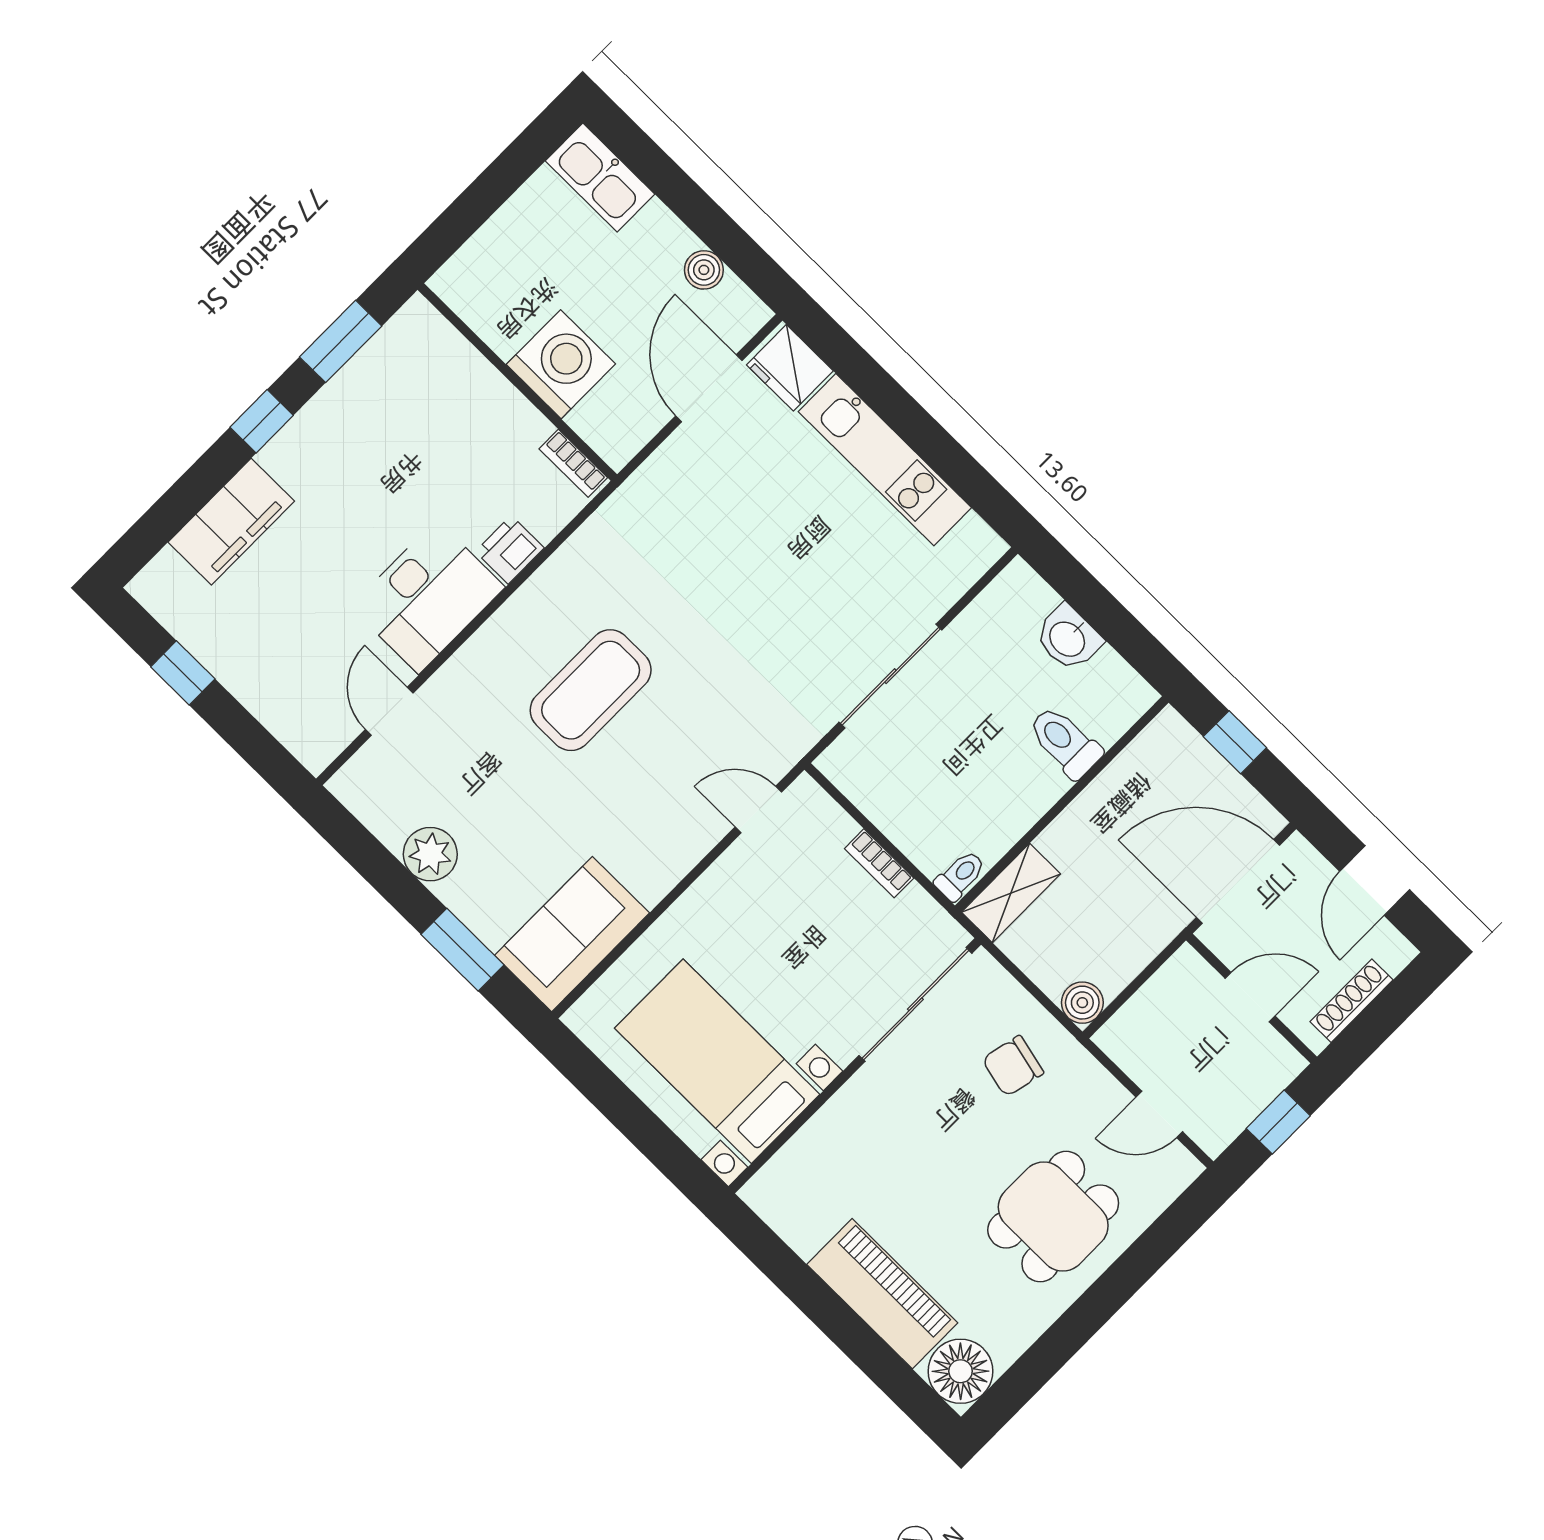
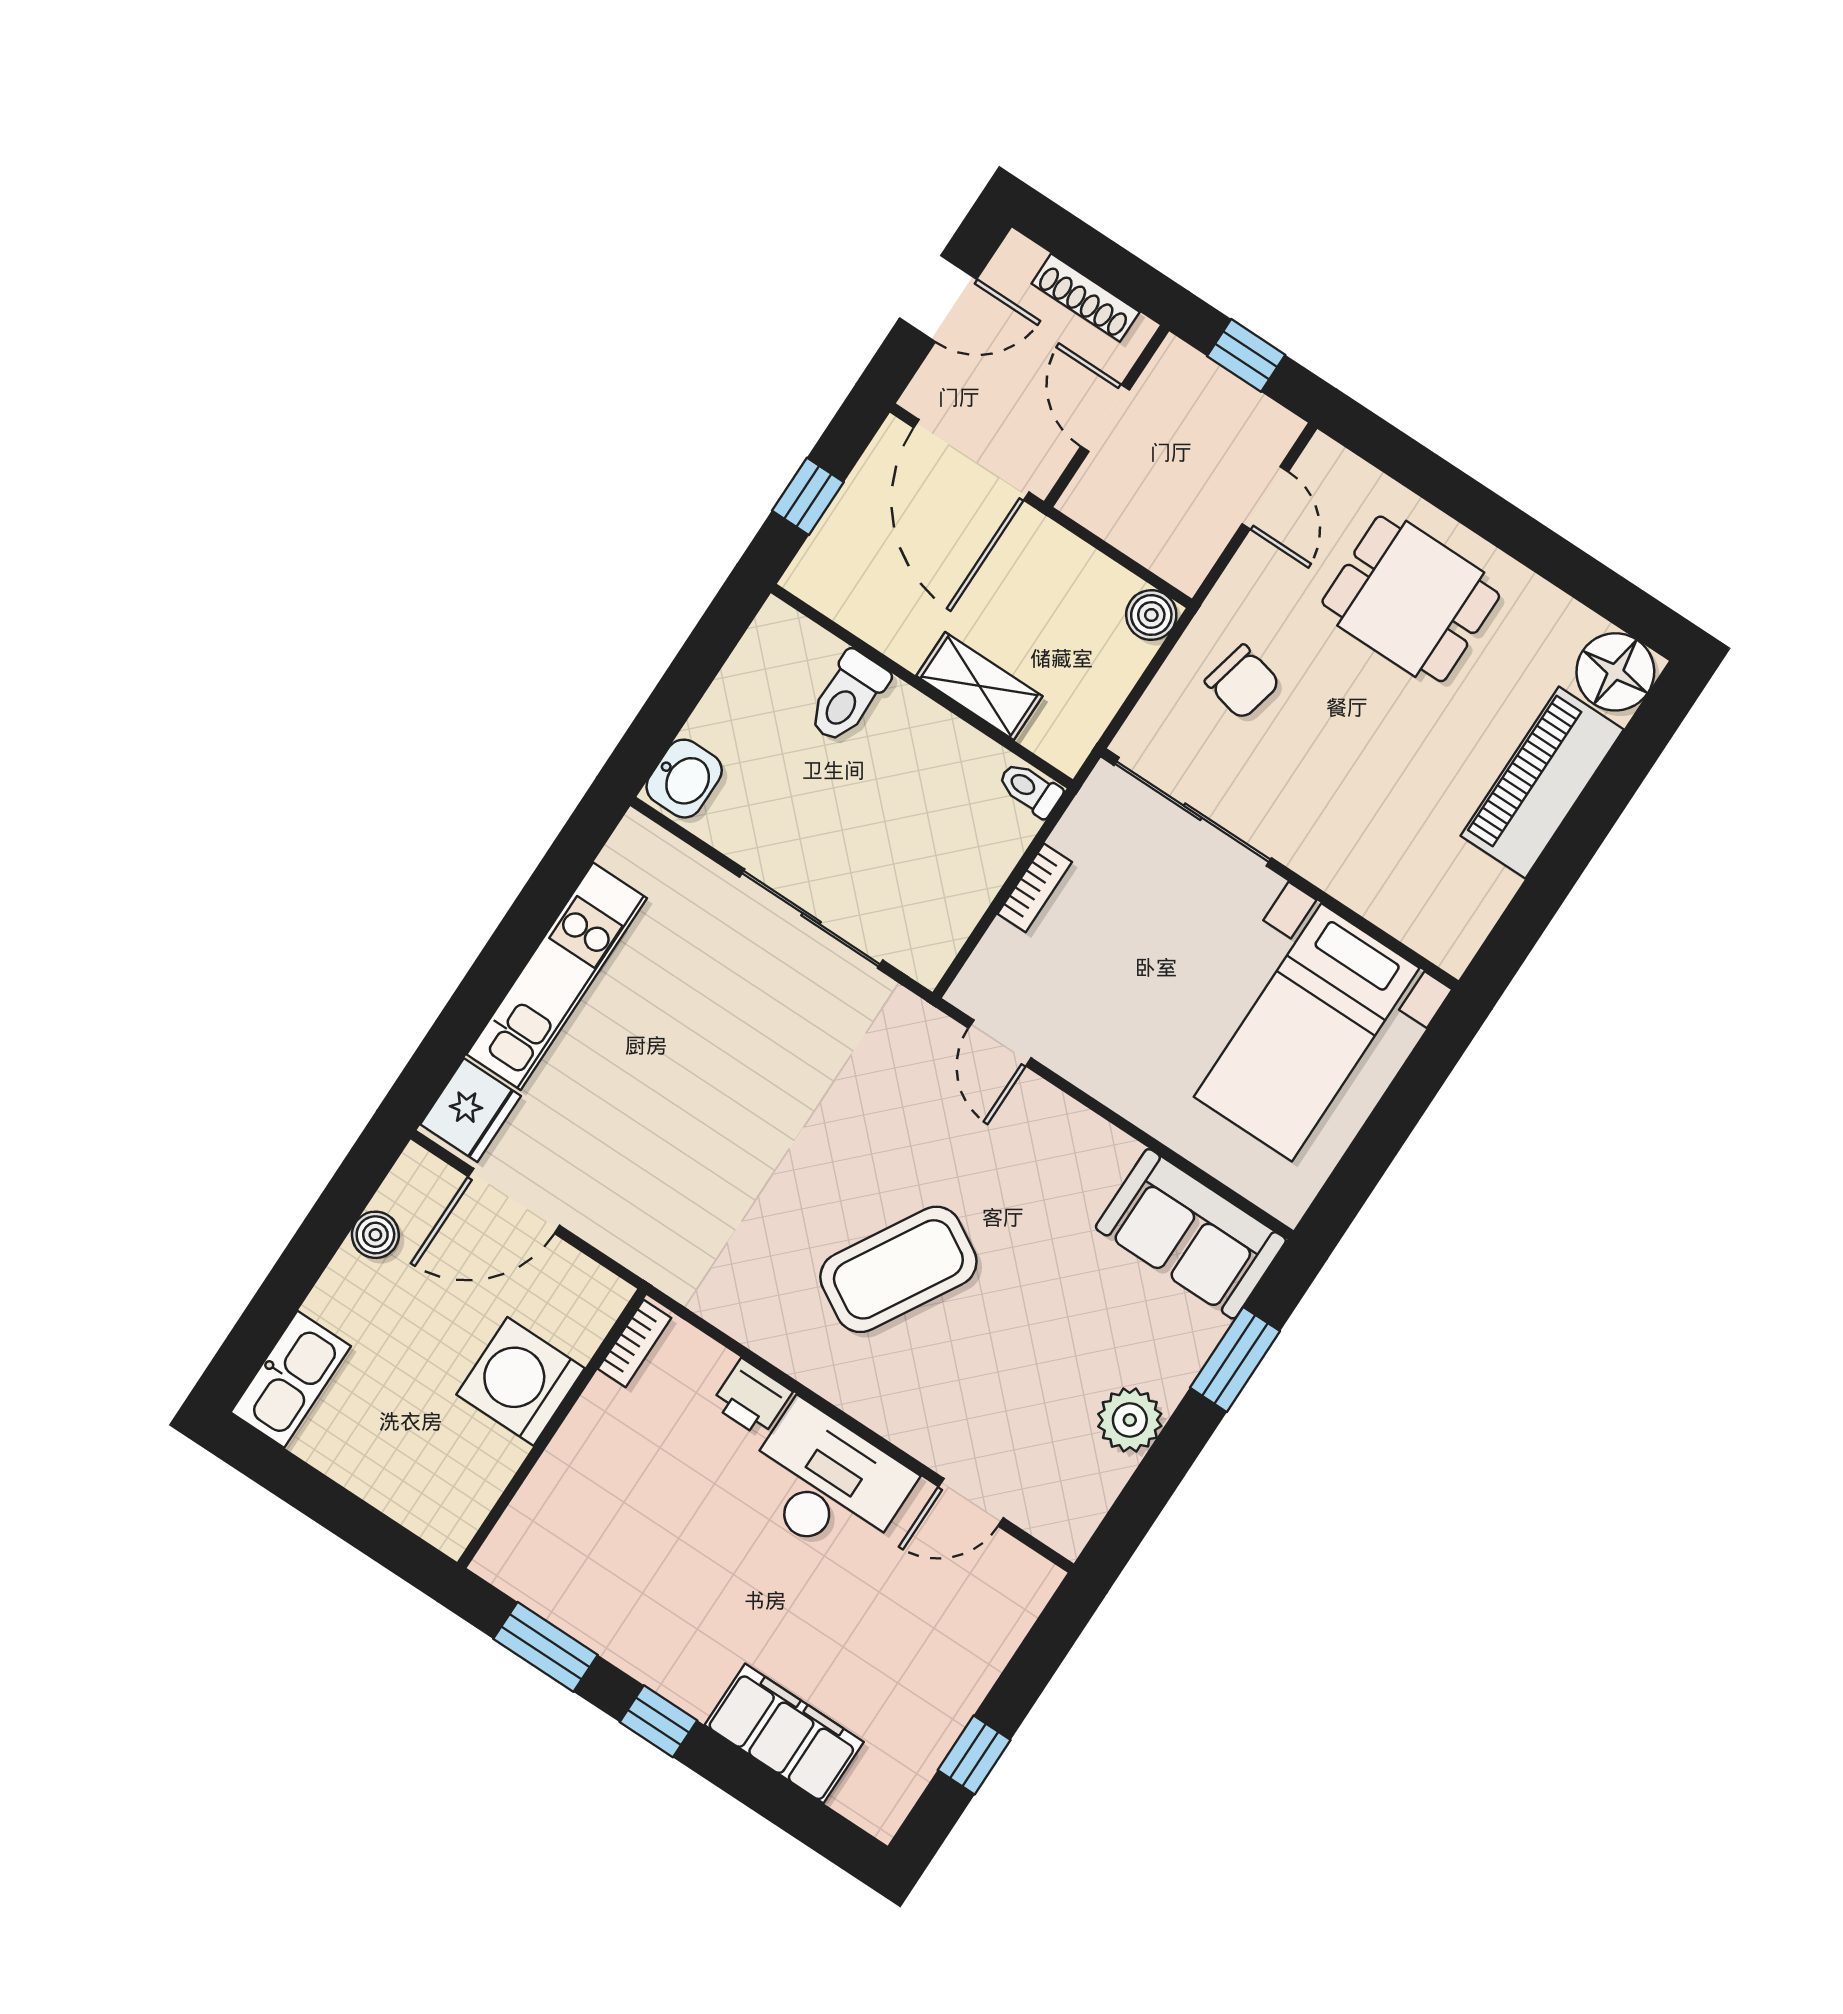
washbasin: (1068, 638) -> (684, 779), moved
coffee table: (591, 690) -> (898, 1269), turned -60
shelving: (1011, 893) -> (979, 686), moved

